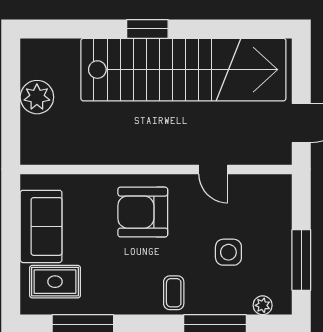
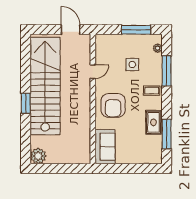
plant: (37, 97) -> (38, 156), moved
sofa: (41, 226) -> (105, 147), moved, turned 90
rug: (55, 282) -> (153, 122), moved

